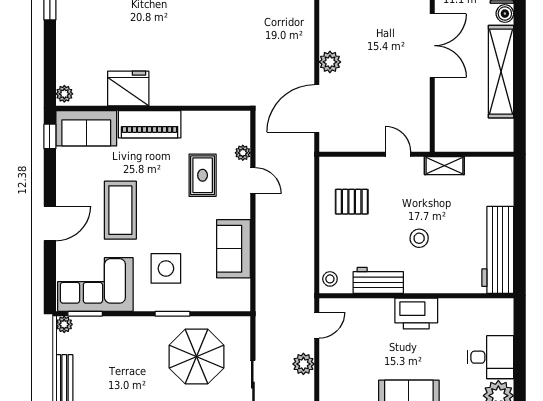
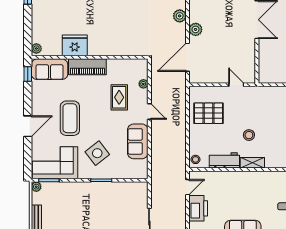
shelving: (444, 166) -> (252, 163), moved
door: (253, 181) -> (149, 112), moved
pallet: (352, 202) -> (209, 113), width x1.50, depth x1.42
side table: (166, 268) -> (97, 153), turned -38
printer: (416, 314) -> (198, 208), moved, turned -90
parasol: (197, 357) -> (116, 206), removed
plant: (303, 364) -> (180, 16), moved

